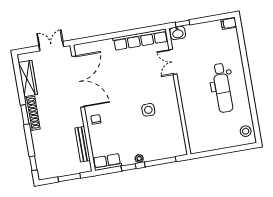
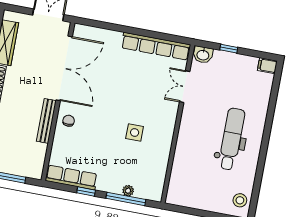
window: (182, 24) -> (229, 49), moved
dental chair: (222, 88) -> (232, 139), turned 180
bench: (83, 144) -> (46, 121), moved
plant: (139, 159) -> (128, 191), moved
row of seats: (107, 162) -> (71, 177), width x1.48

